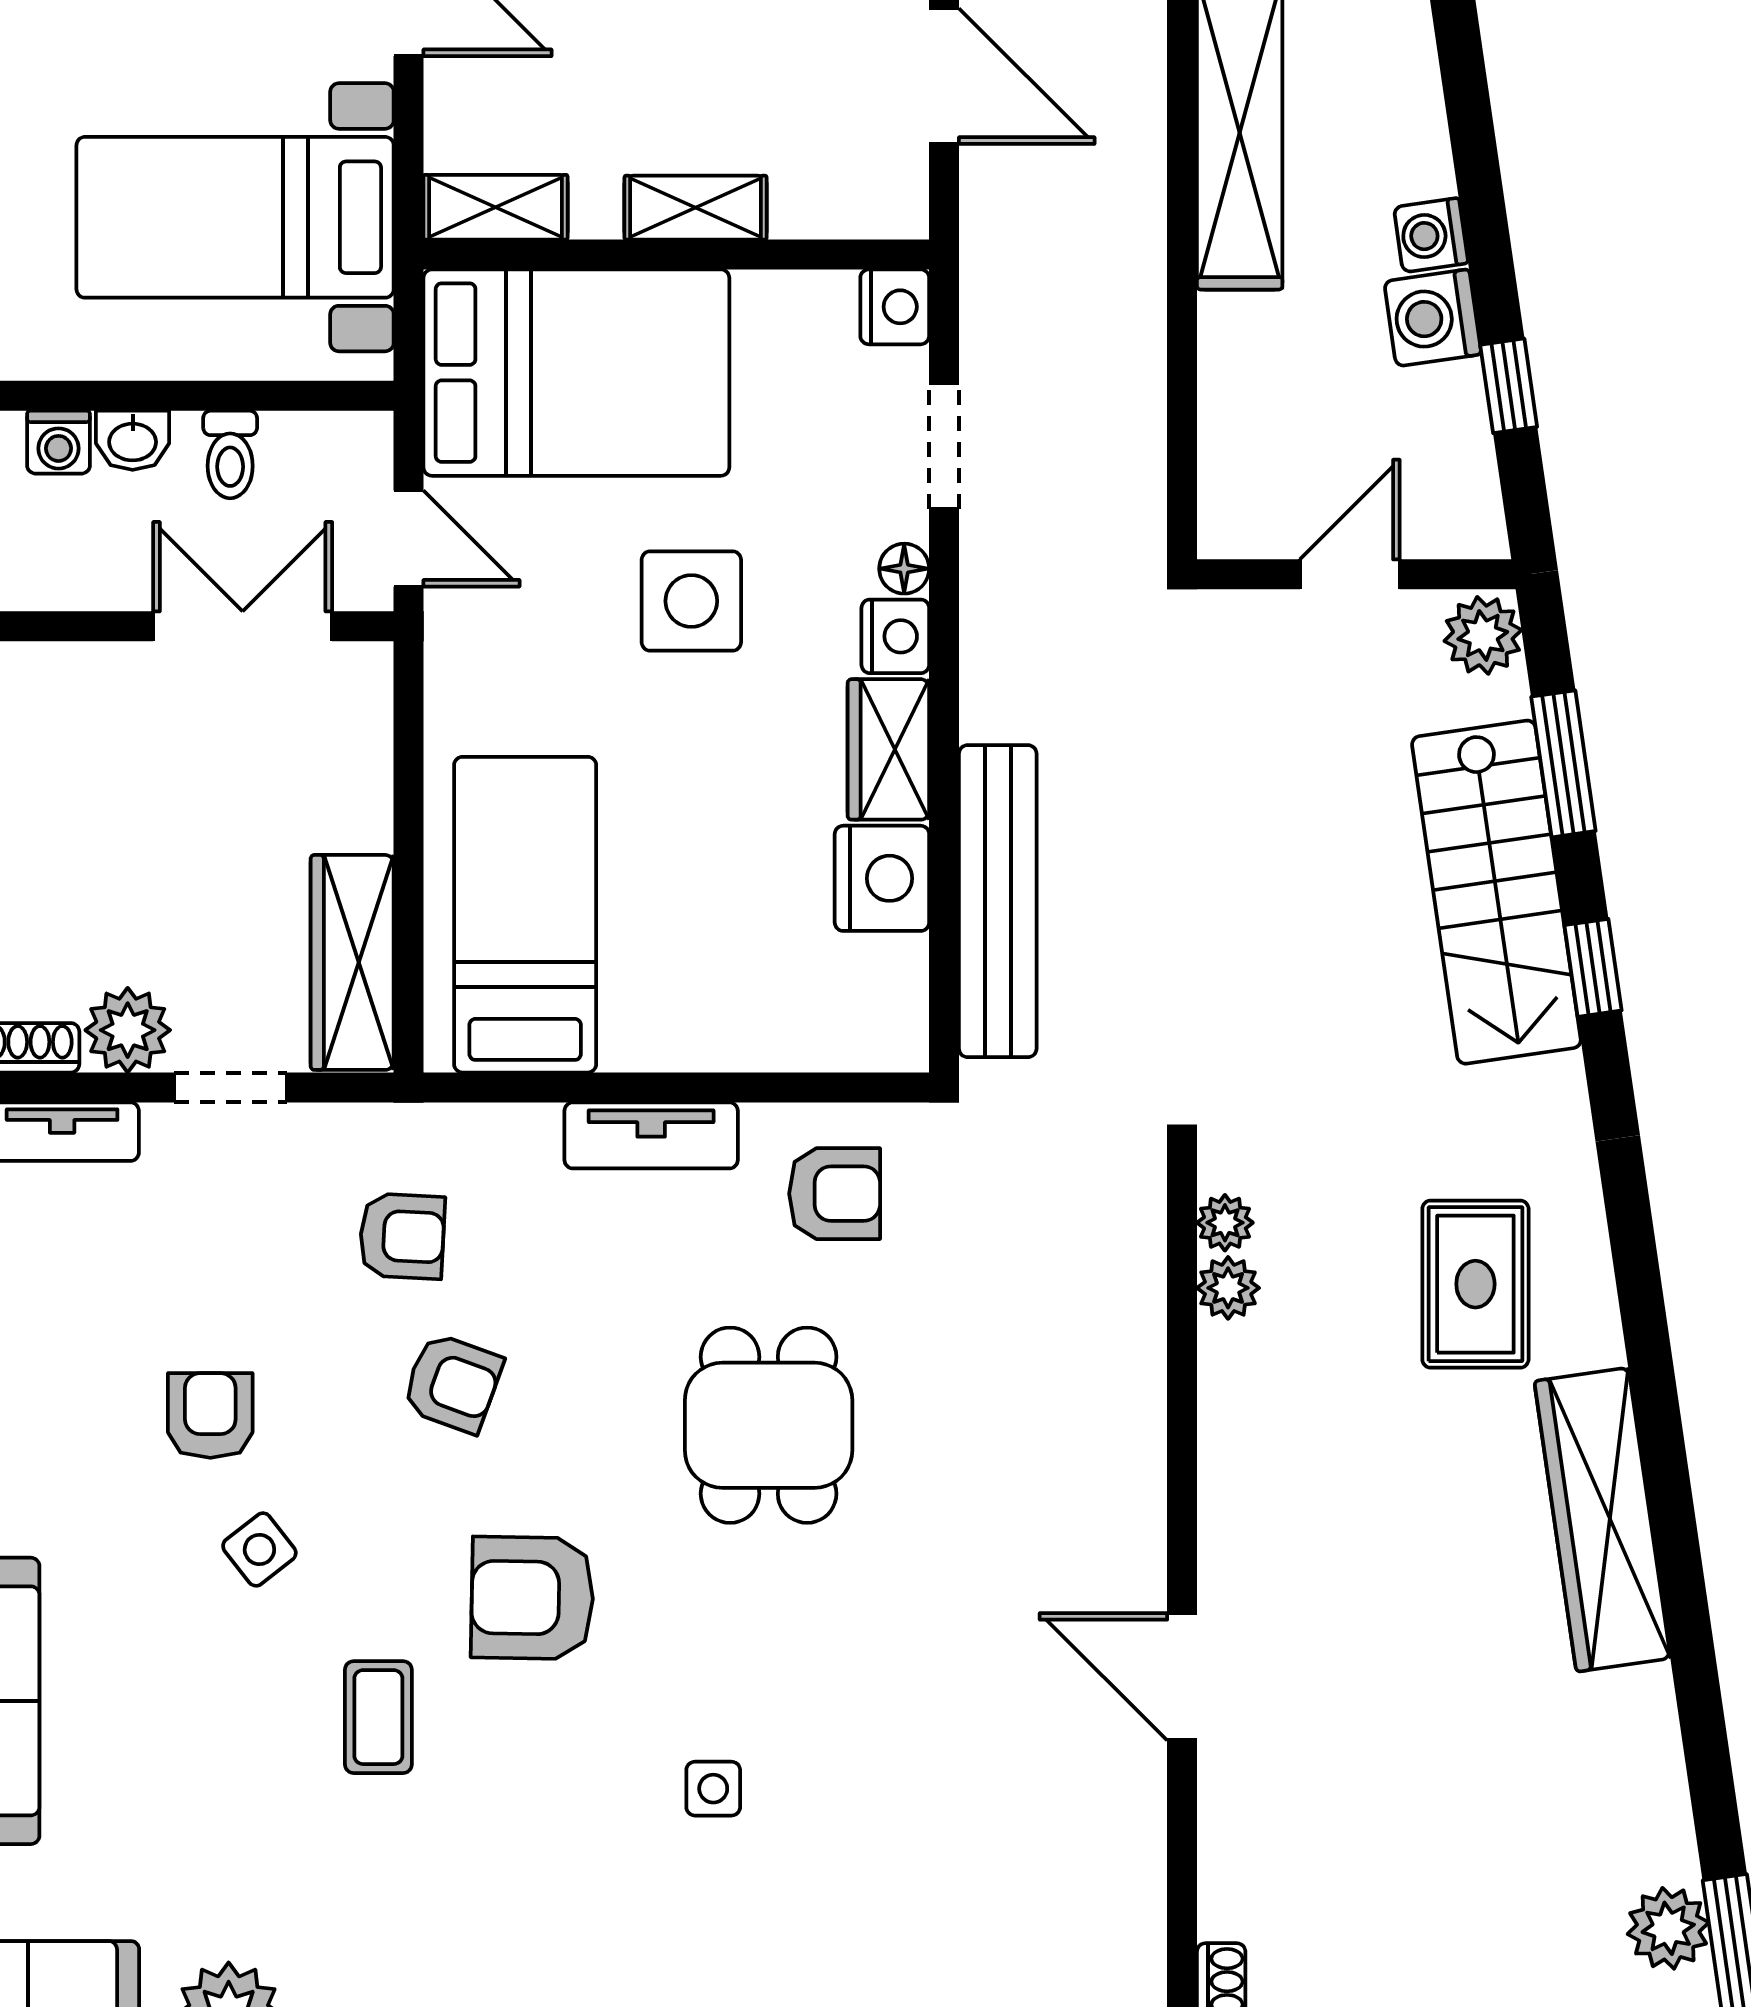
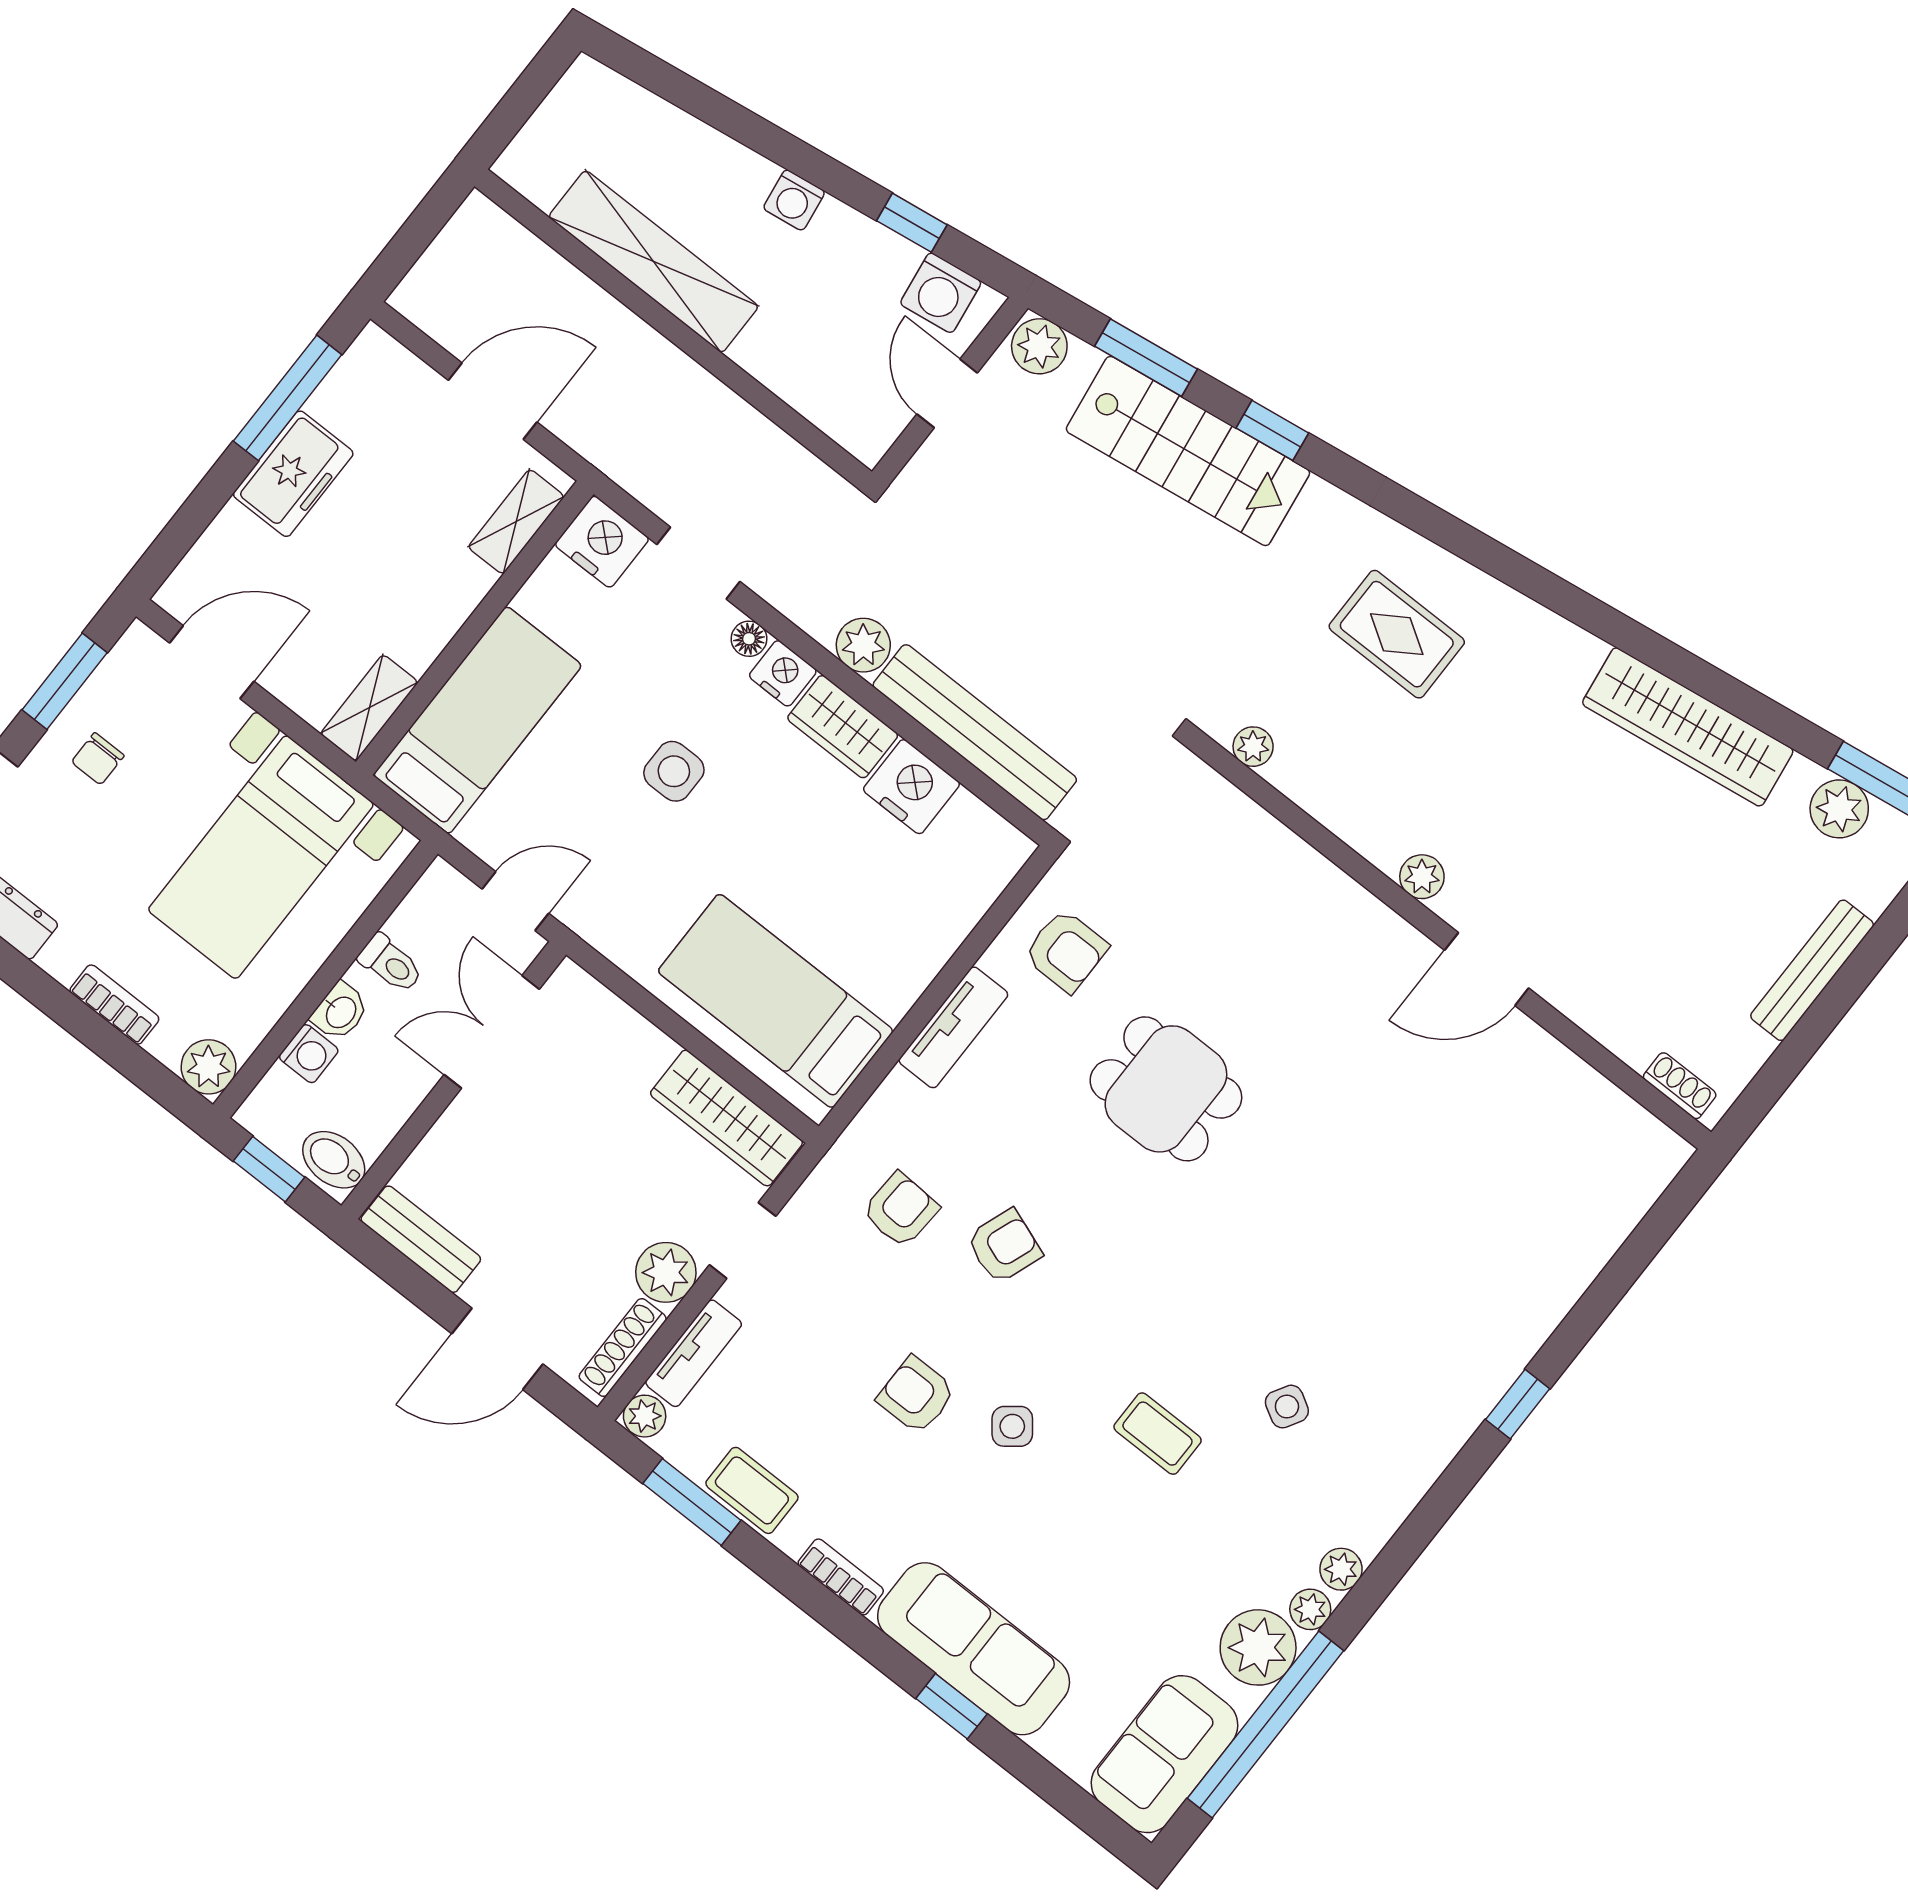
shelving: (696, 208) -> (516, 522), moved
nightstand: (895, 307) -> (602, 542), width x1.36, depth x1.33
washing machine: (1433, 318) -> (941, 293), moved
bed: (576, 373) -> (477, 720), width x0.67
side table: (691, 601) -> (674, 771), width x0.73, depth x0.73
plant: (997, 701) -> (863, 645), added
armchair: (835, 1194) -> (1066, 951), turned 90
plant: (1228, 1288) -> (1422, 877), moved
wardrobe: (1602, 1520) -> (1688, 727), moved
armchair: (532, 1598) -> (1159, 1296), removed
side table: (713, 1789) -> (1287, 1407), moved, turned 30

